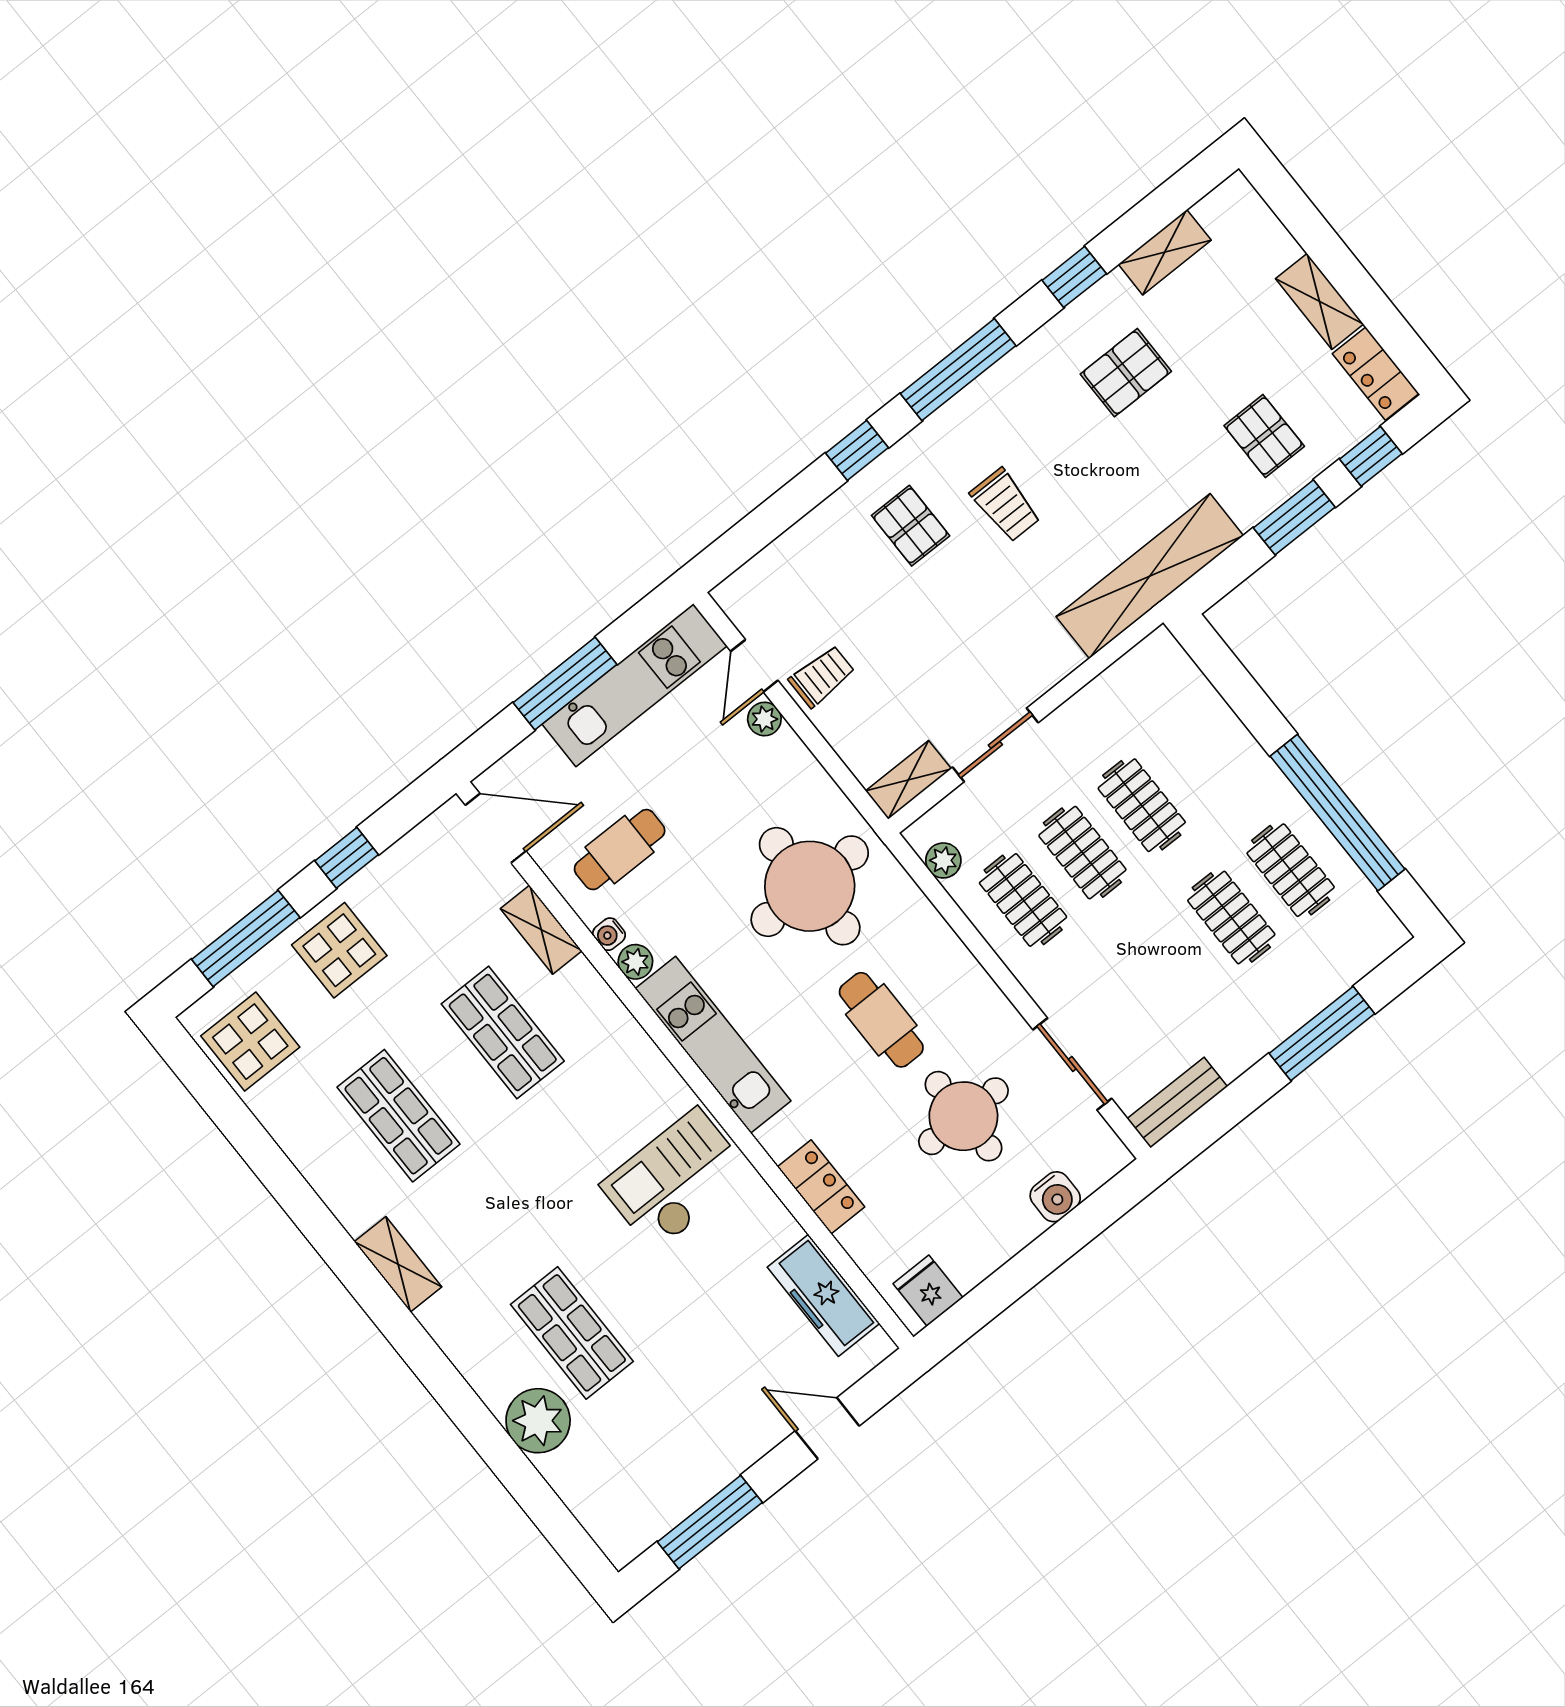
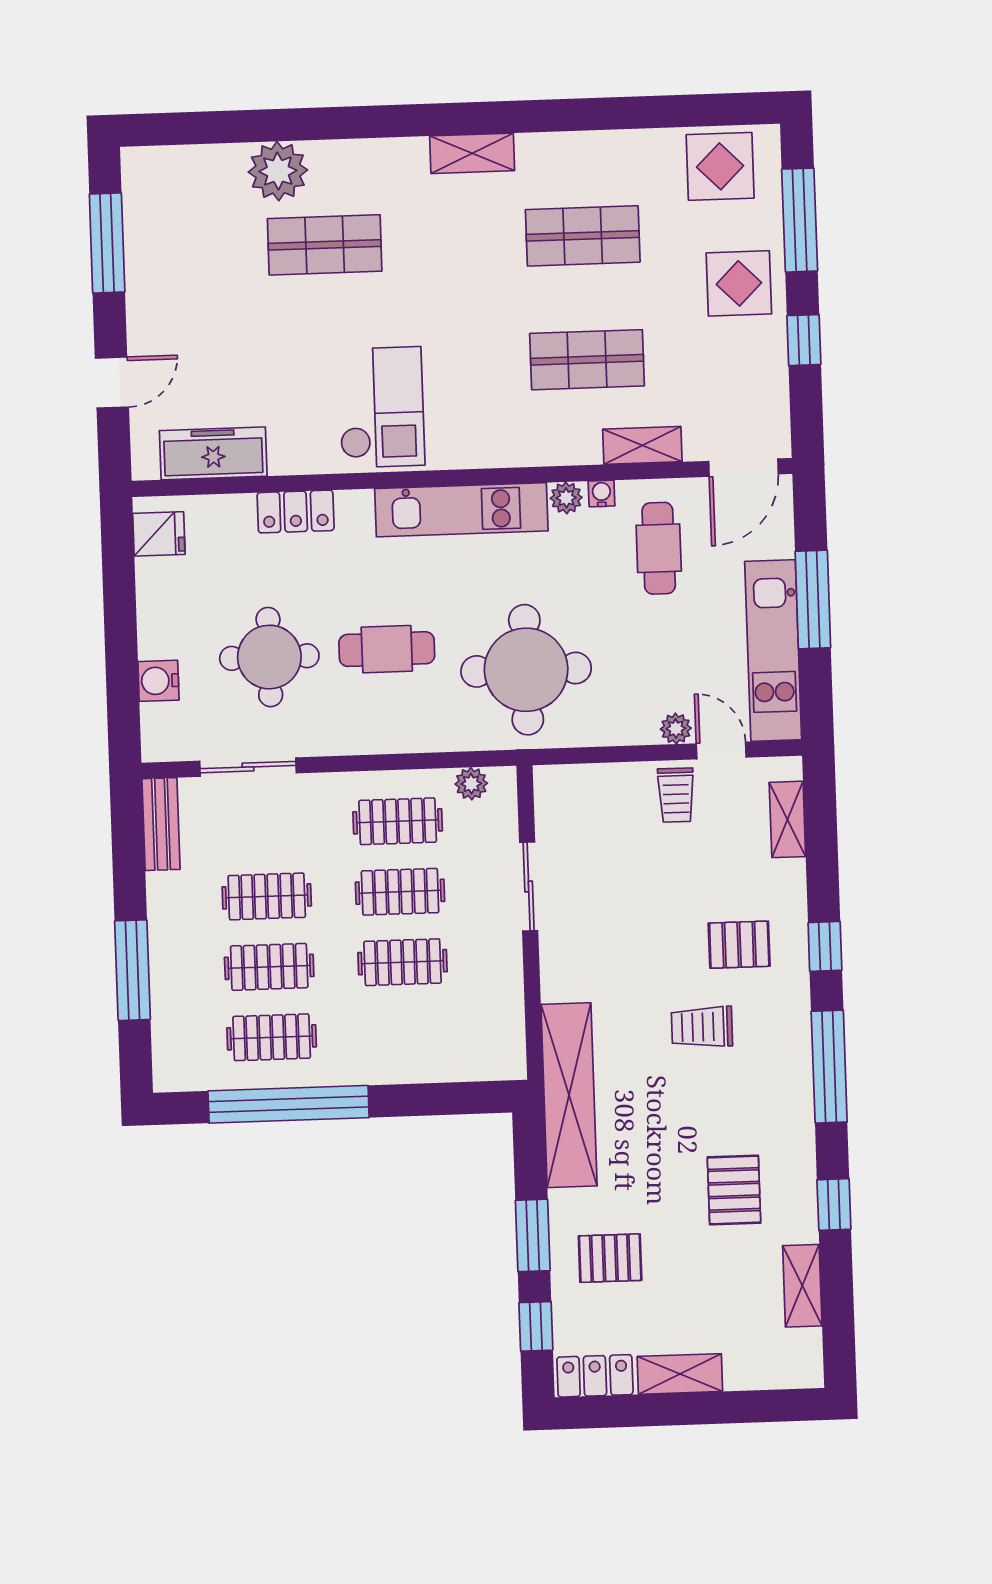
shelving: (908, 780) -> (787, 819), moved
clothes rail: (1172, 965) -> (267, 896), added

